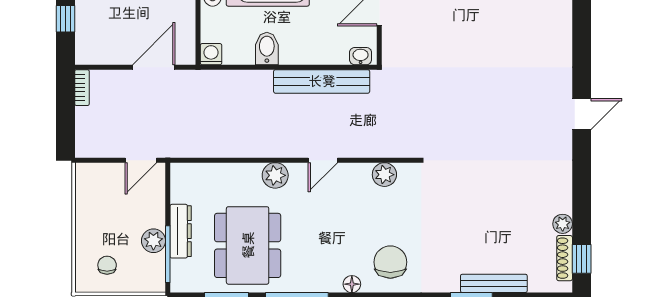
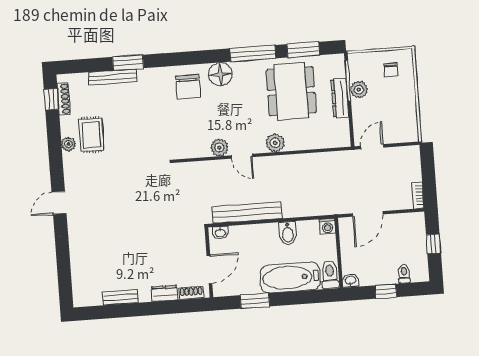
door: (323, 160) -> (242, 156), swing flipped
plant: (384, 175) -> (219, 148), moved
rug: (530, 205) -> (91, 135), added
plant: (563, 224) -> (68, 144), moved
floor lamp: (352, 284) -> (220, 74), width x1.89, depth x1.89

